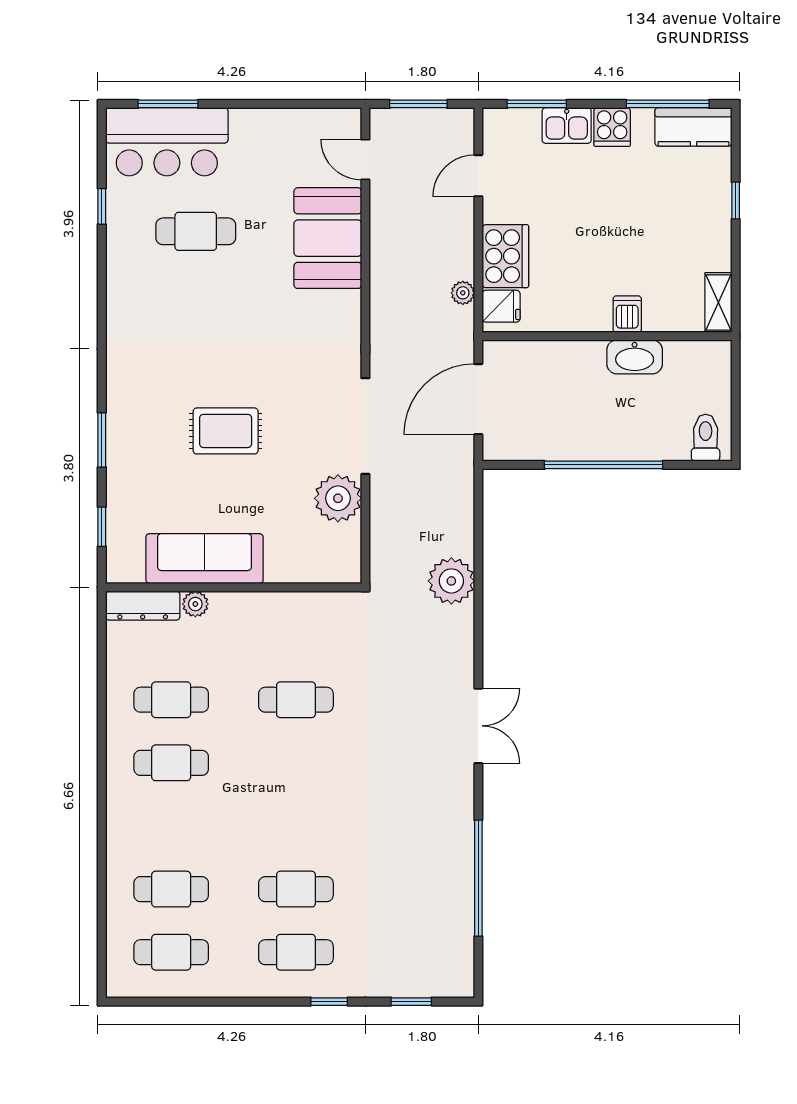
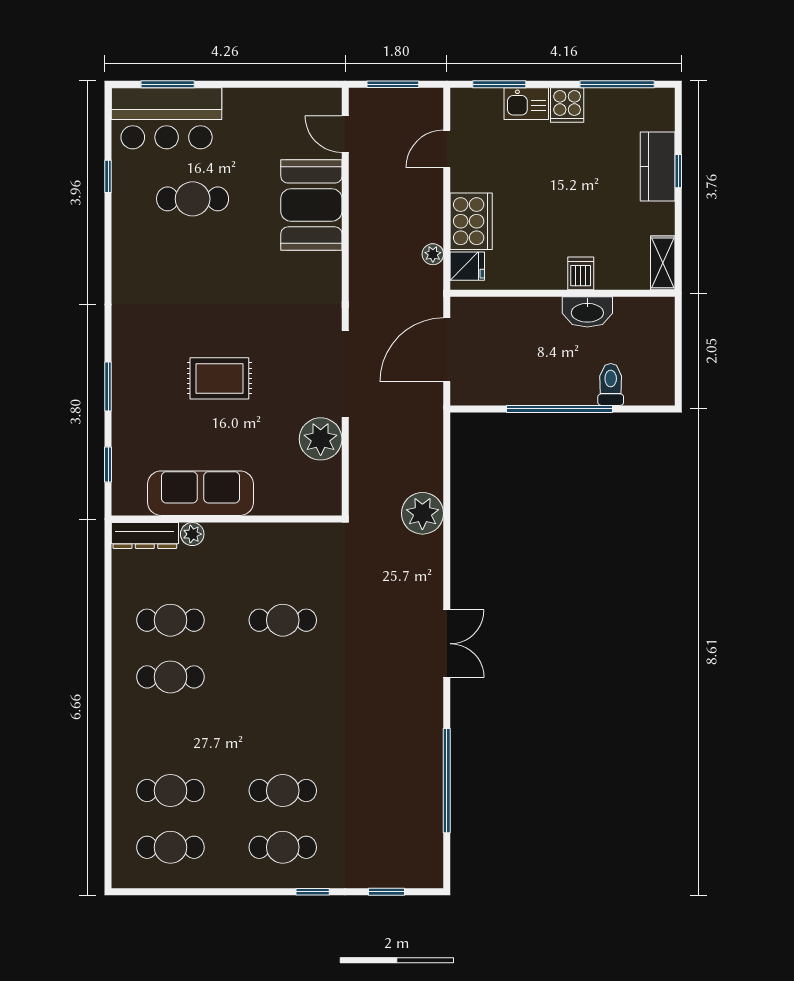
kitchen counter: (693, 127) -> (658, 166), moved, turned 90
toilet: (706, 438) -> (611, 384), moved

